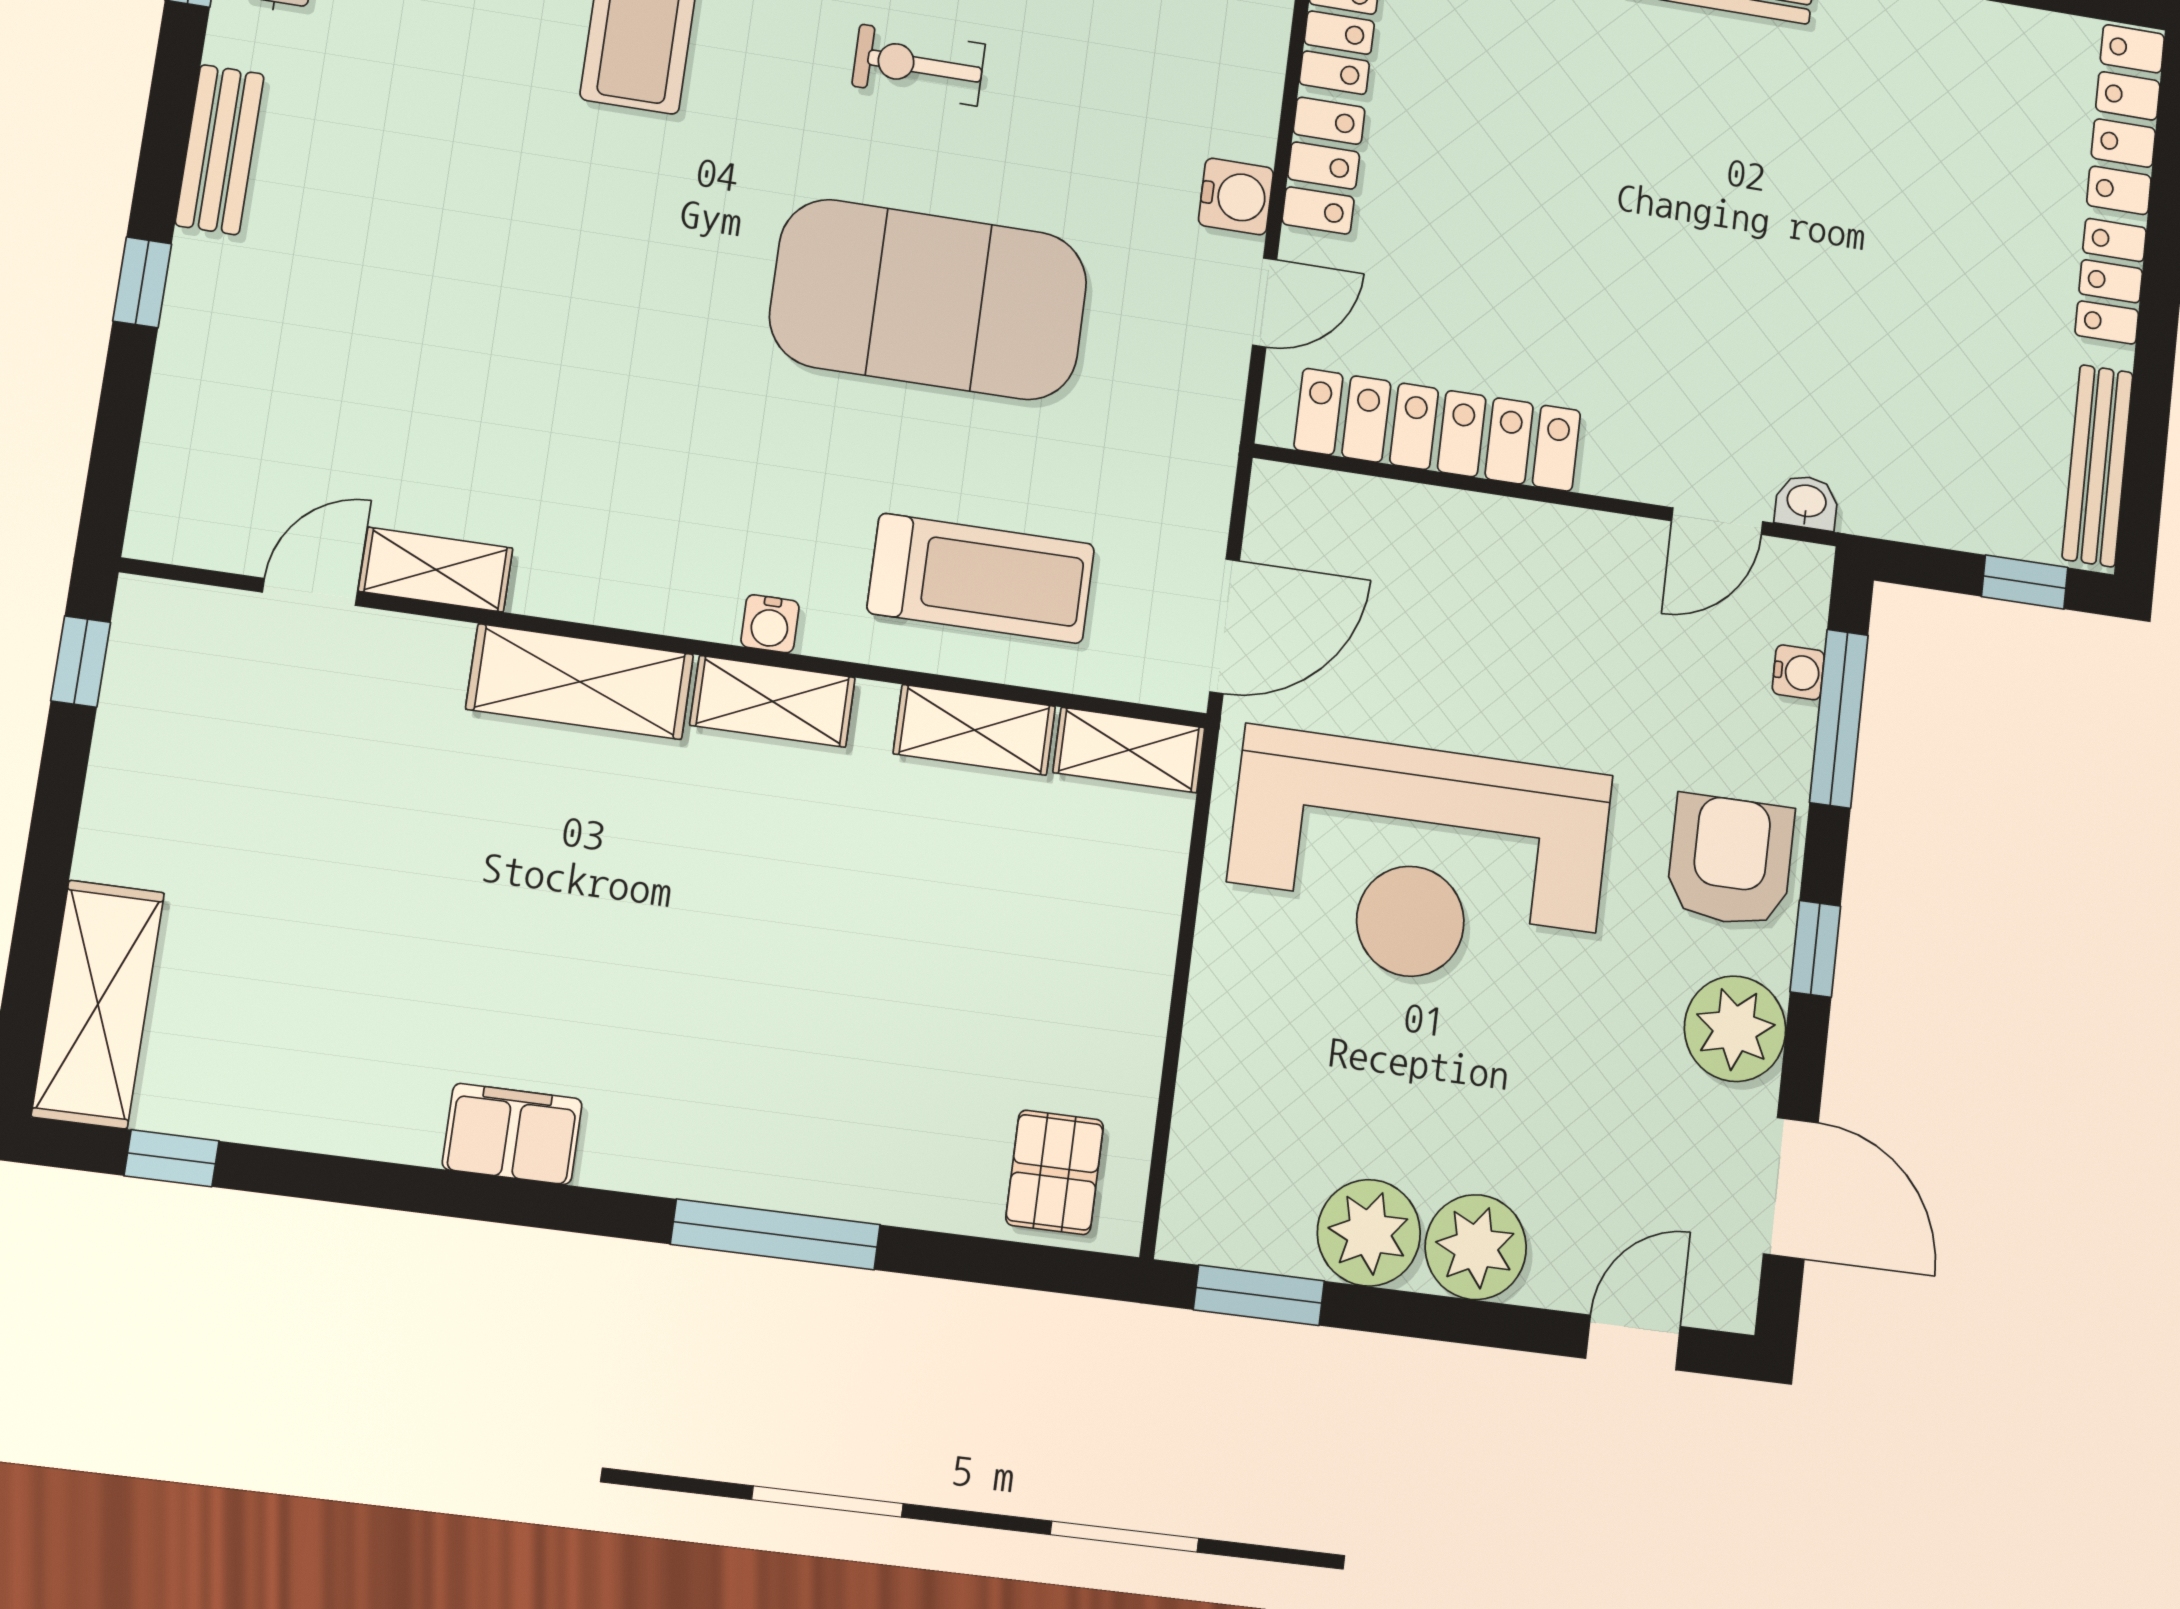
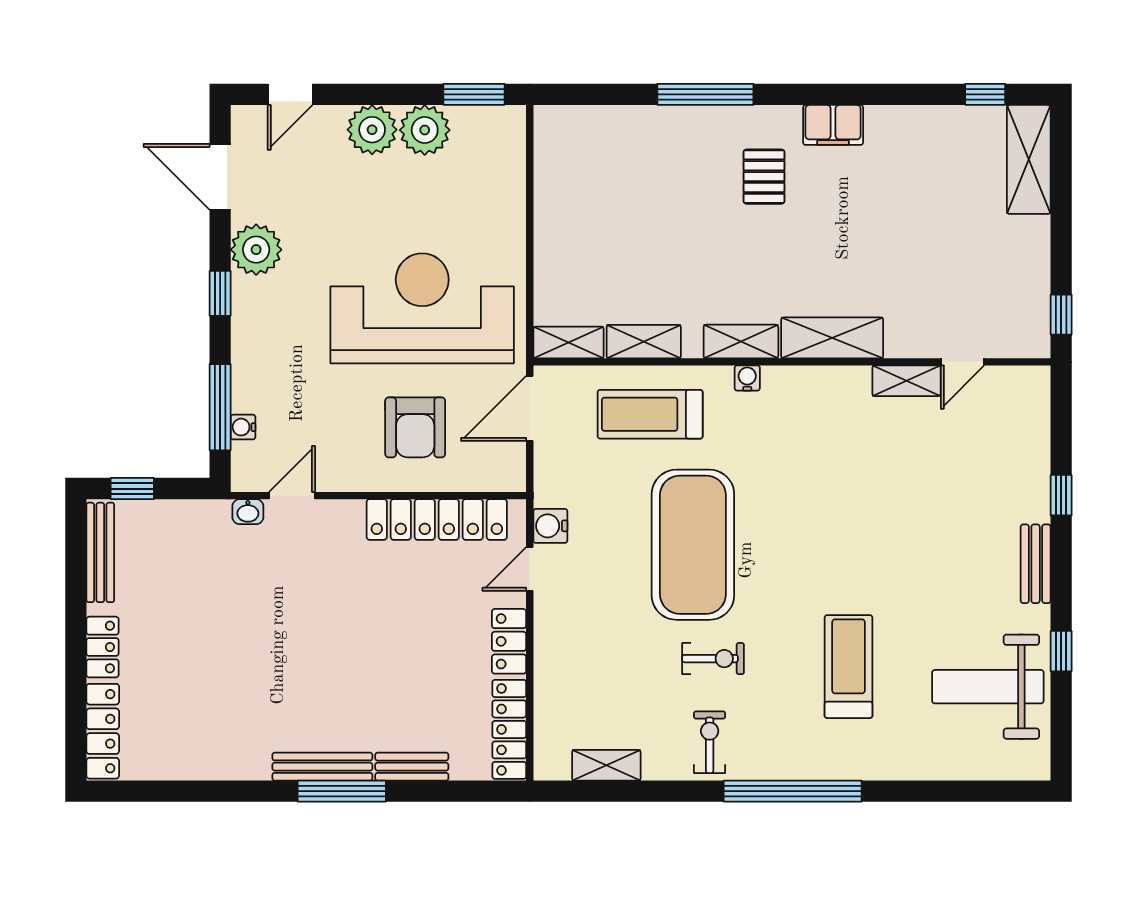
water cooler: (1236, 197) -> (550, 526), moved
exercise mat: (929, 300) -> (693, 545), turned 90
armchair: (1730, 861) -> (415, 427), moved
pallet: (1055, 1172) -> (764, 177), moved

